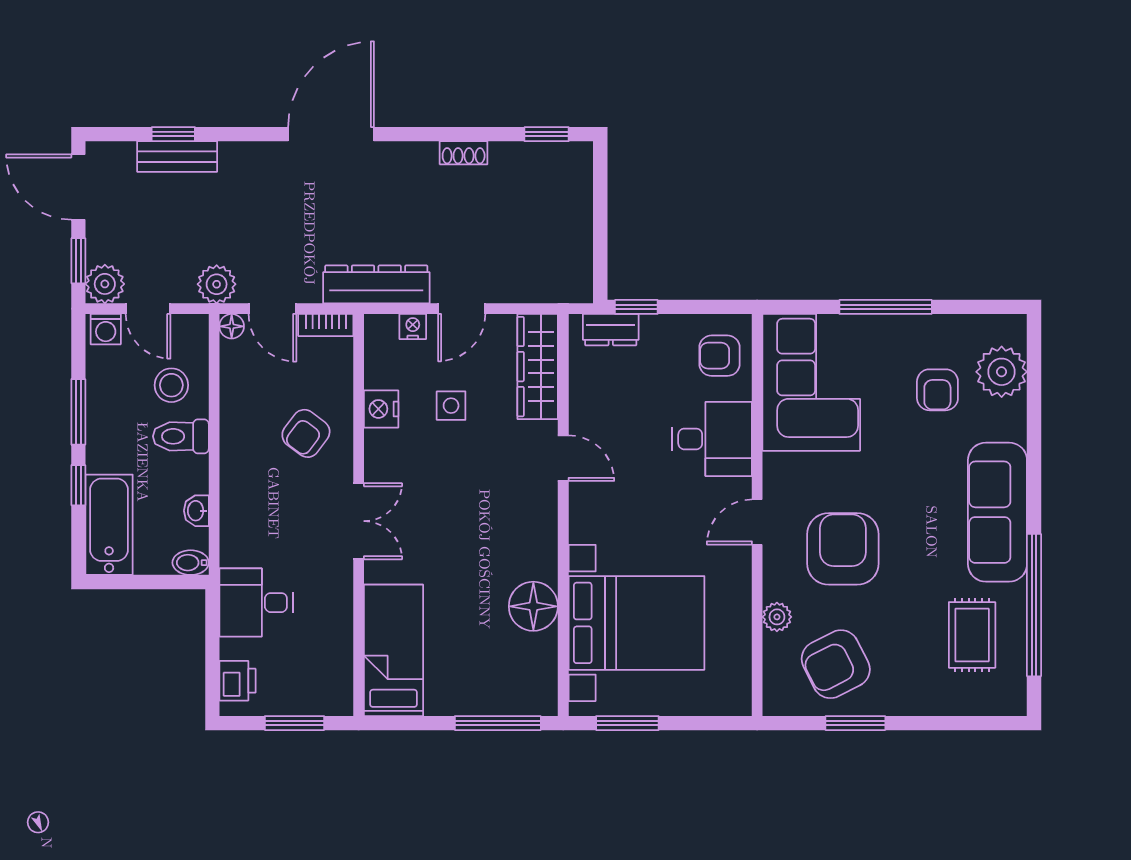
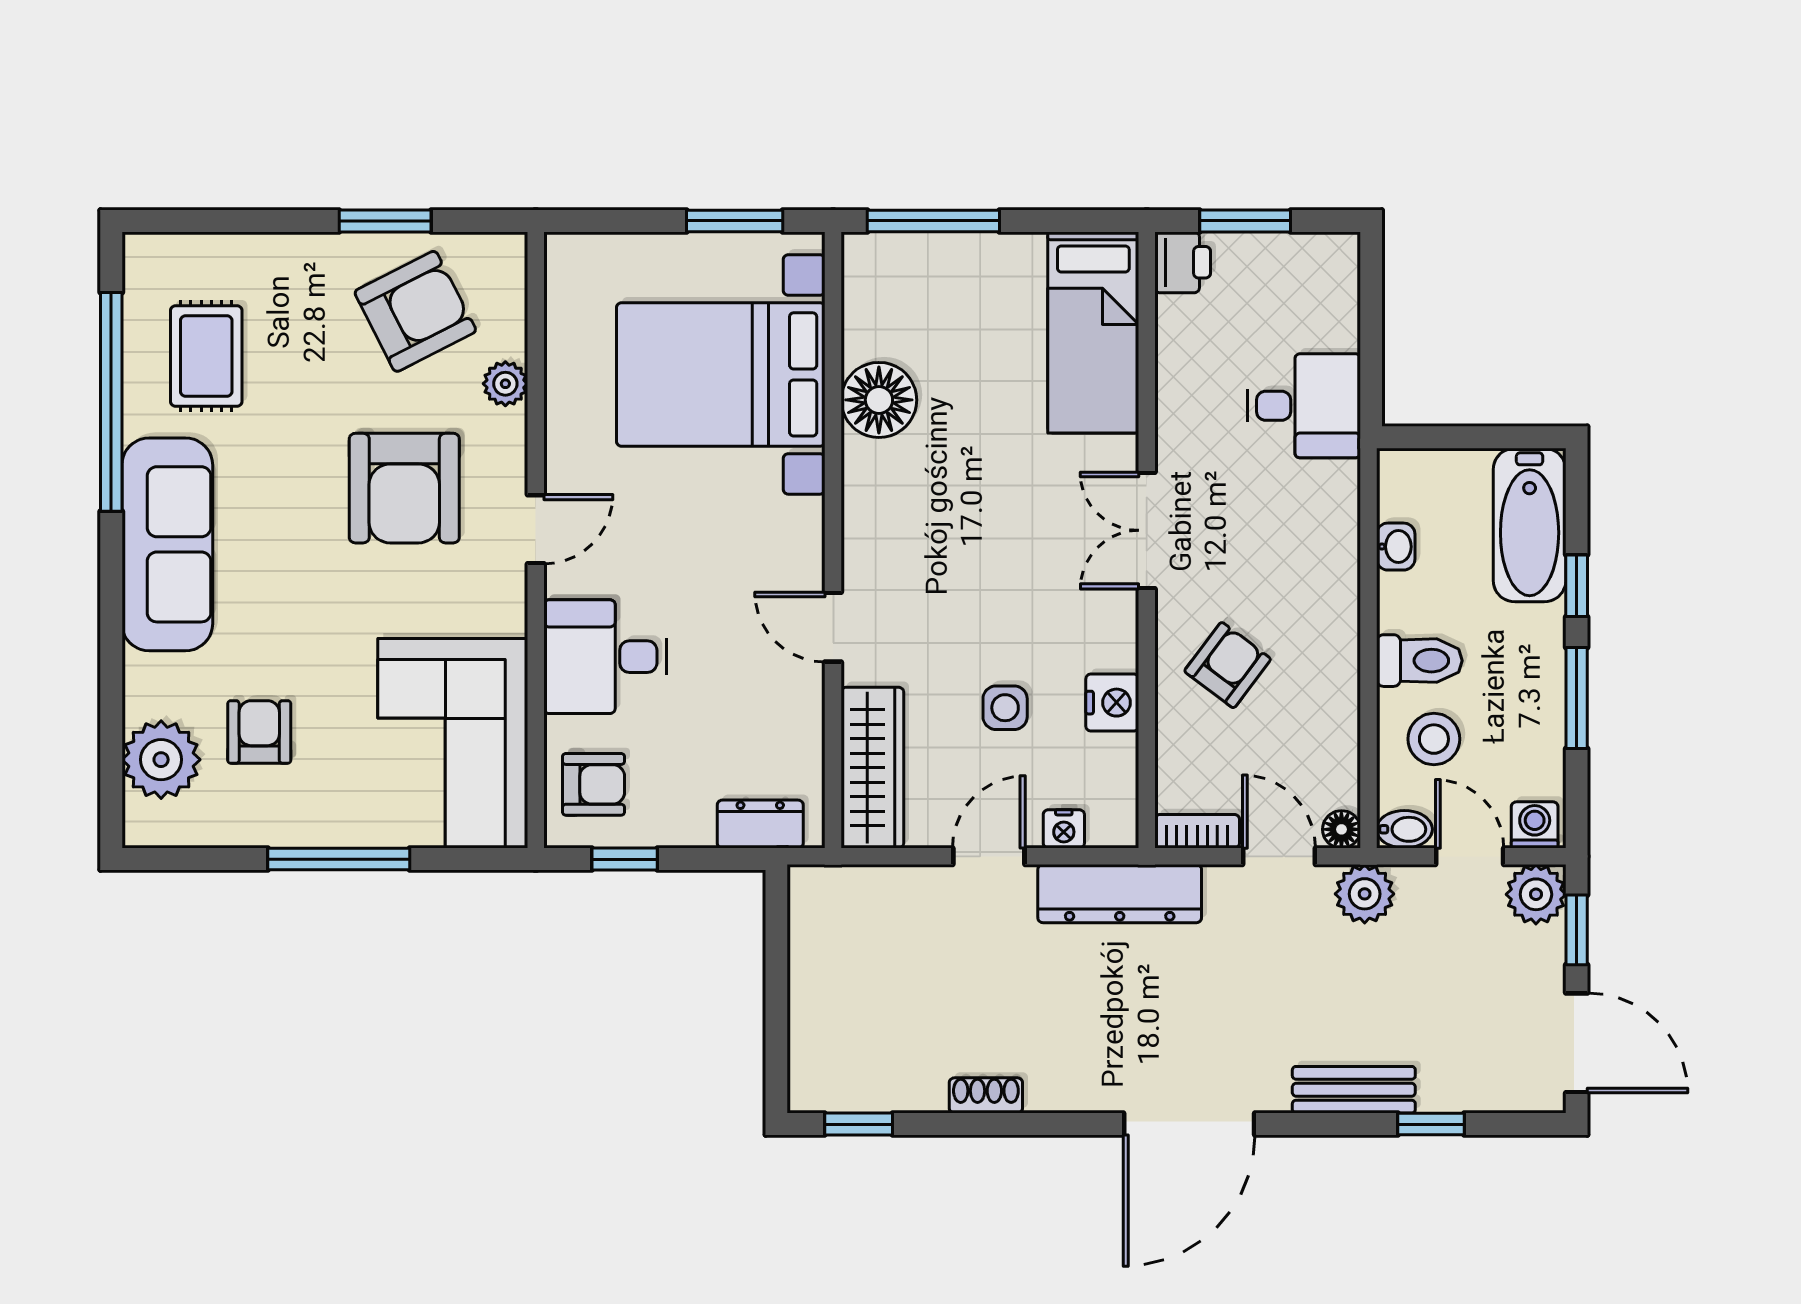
bench: (177, 156) -> (1354, 1090), moved
window: (636, 307) -> (625, 859), moved
bidet: (191, 563) -> (1404, 829), moved
printer: (237, 681) -> (1183, 262), moved, turned 180

